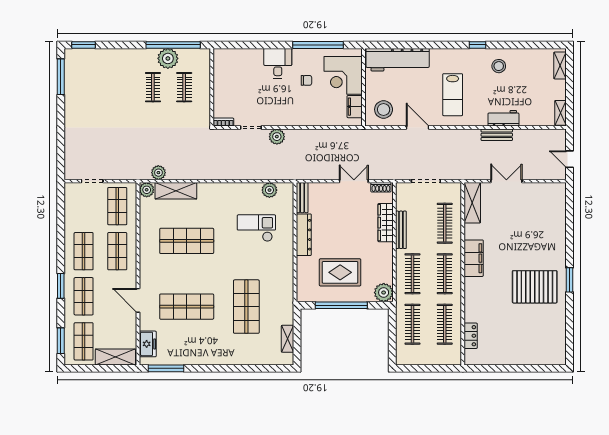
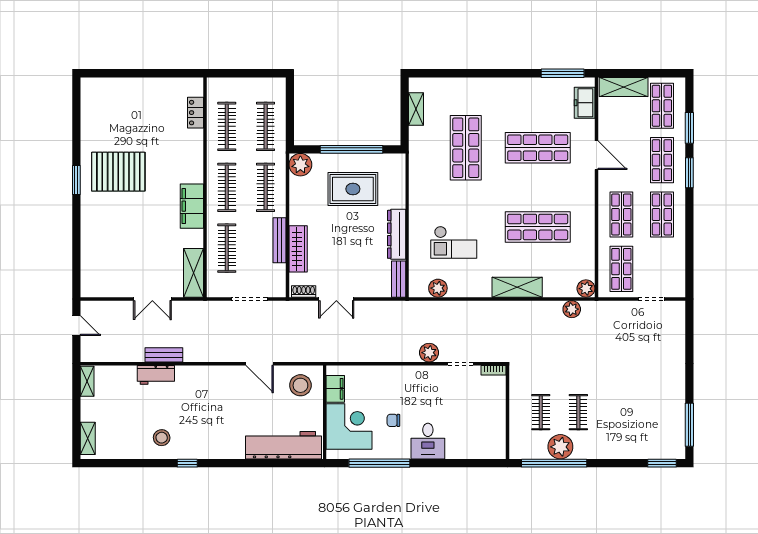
lab bench: (453, 95) -> (217, 403), removed
shelving: (176, 191) -> (517, 287), moved
window: (61, 341) -> (689, 128), moved

